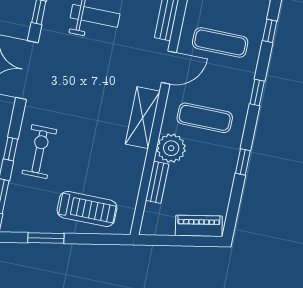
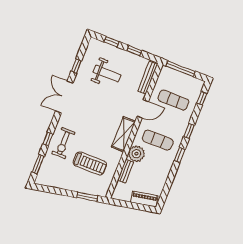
exercise bike: (39, 152) -> (63, 143), turned 180
window: (243, 162) -> (180, 155), moved
treadmill: (87, 209) -> (90, 163), moved
window: (46, 238) -> (87, 197), moved

